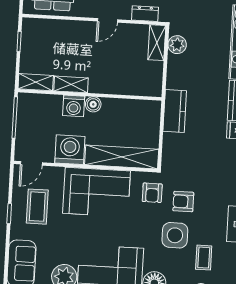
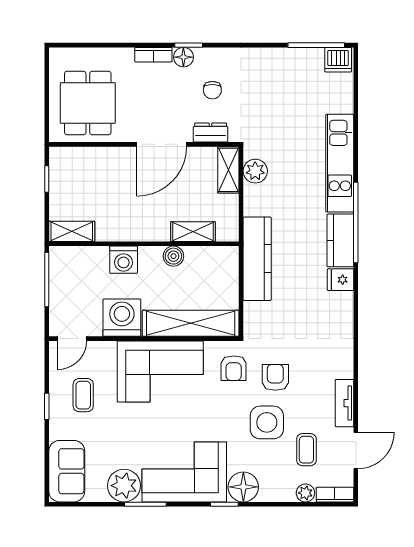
door: (107, 20) -> (162, 144), width x1.87
shelving: (71, 84) -> (193, 232), moved
boiler: (93, 104) -> (173, 256), moved
kitchen counter: (175, 111) -> (257, 259), width x1.50
armchair: (183, 202) -> (275, 377), turned 90
coffee table: (37, 207) -> (83, 395), width x0.73, depth x0.77

